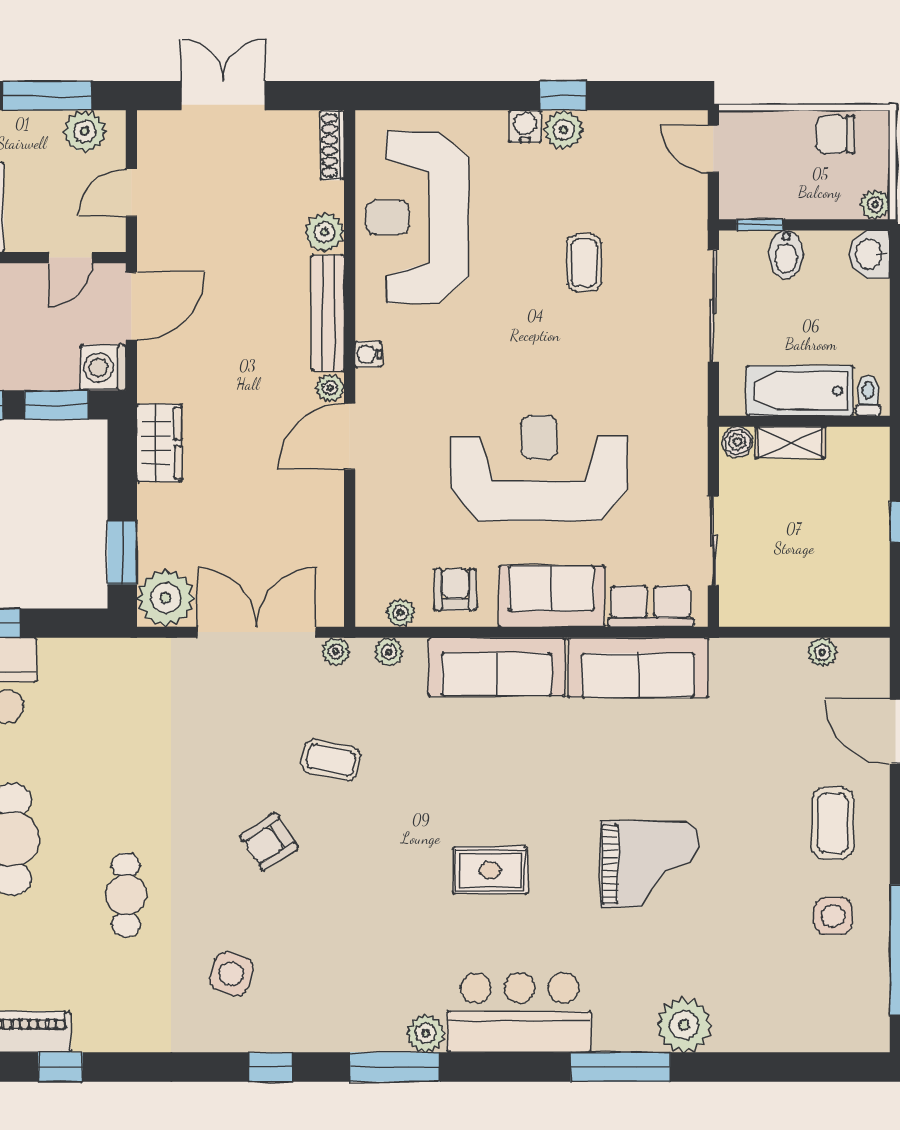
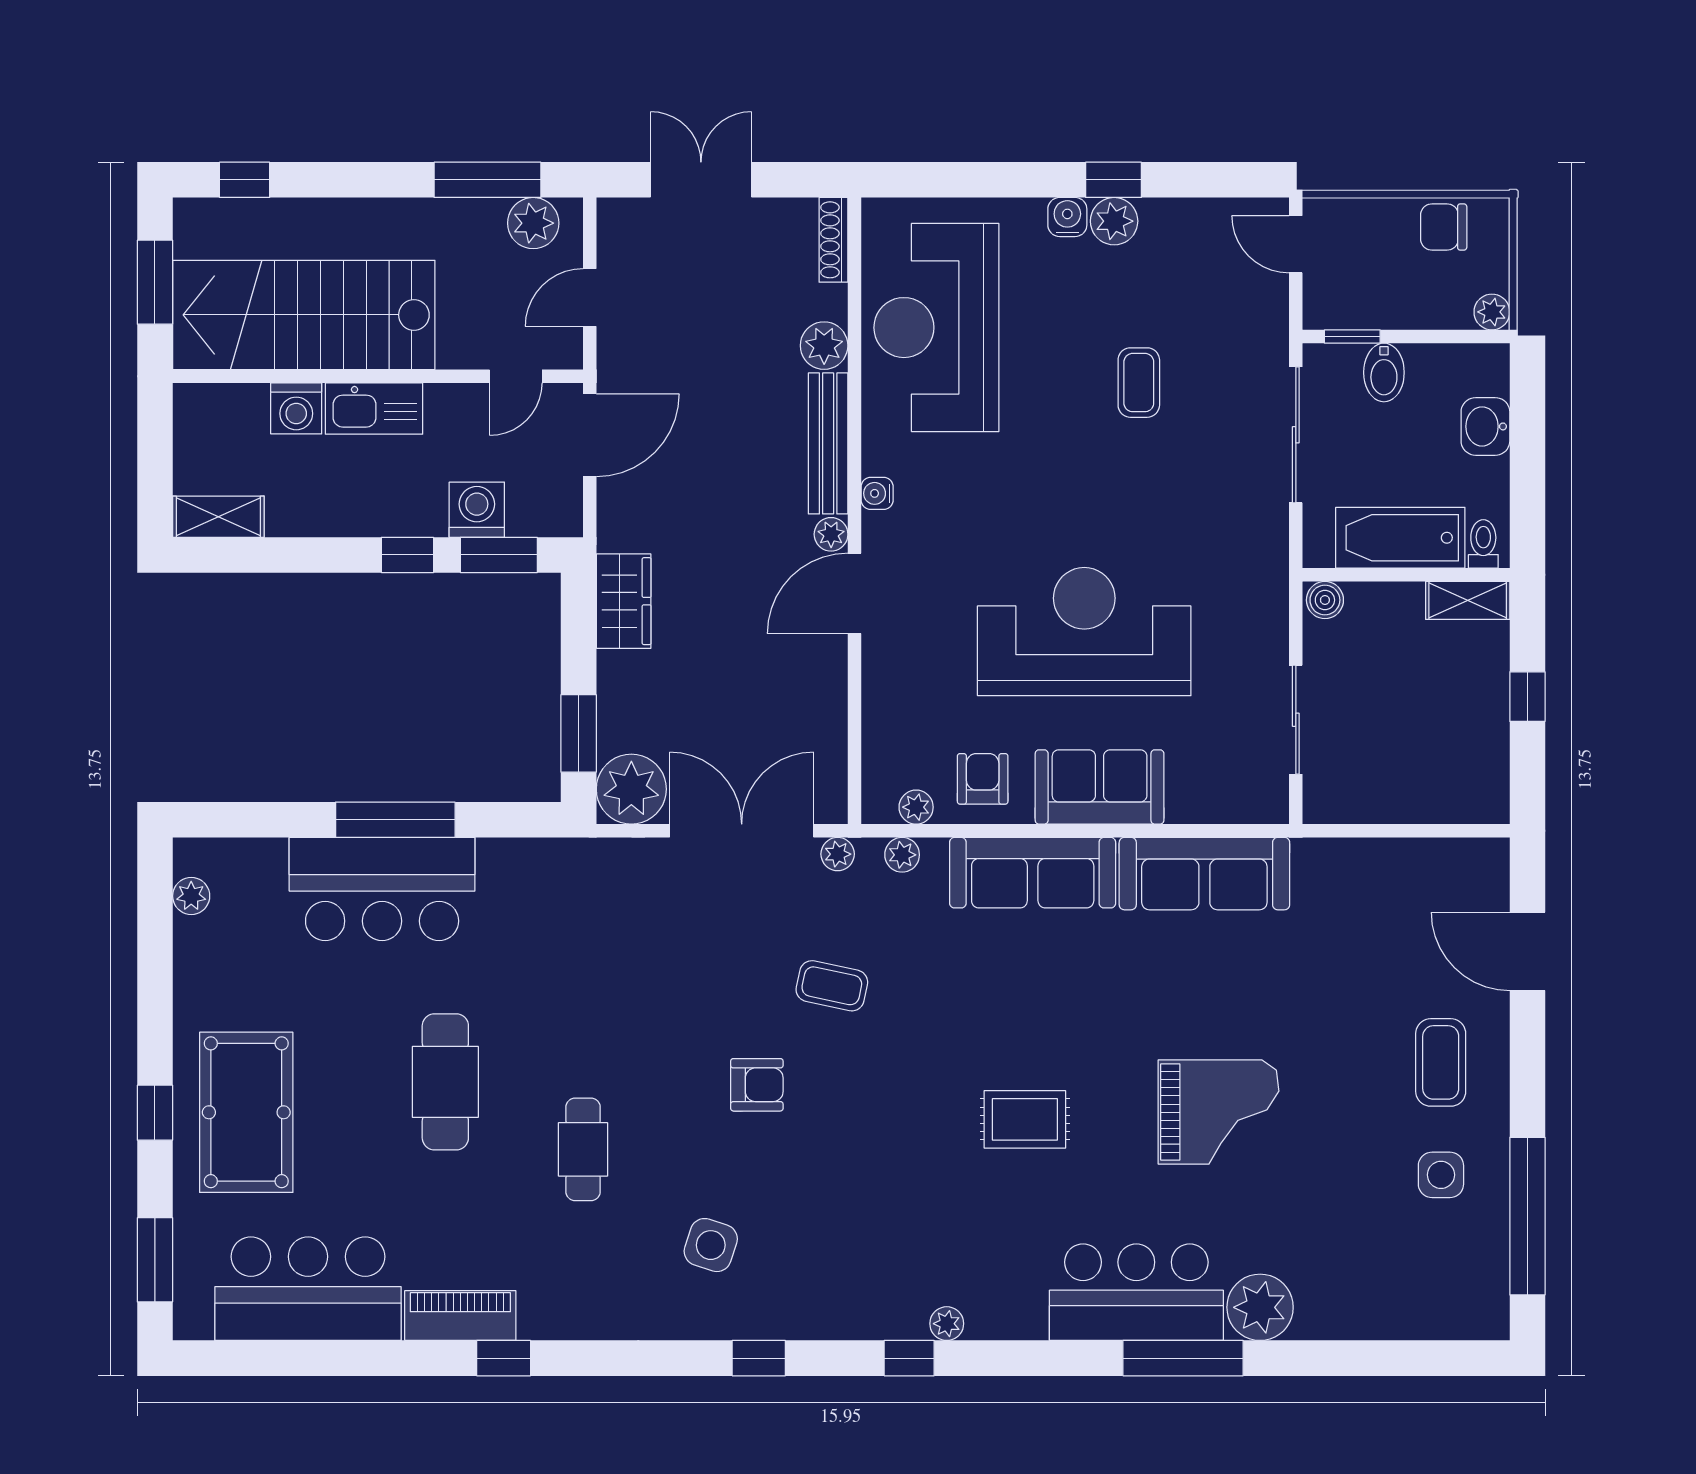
washbasin: (870, 254) -> (1485, 426), moved
washing machine: (103, 368) -> (477, 510), moved, turned 90
shelving: (790, 442) -> (1468, 600), moved
row of seats: (651, 606) -> (1220, 799), removed
plant: (822, 652) -> (1428, 855), removed
armchair: (269, 842) -> (757, 1085), turned -147
bar counter: (519, 1013) -> (1136, 1292), moved
plant: (426, 1033) -> (947, 1324), width x0.73, depth x0.73
window: (395, 1067) -> (909, 1358), width x0.46

